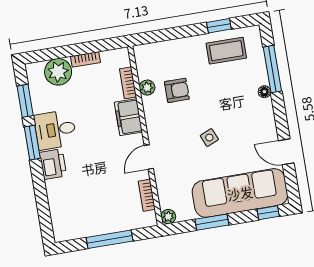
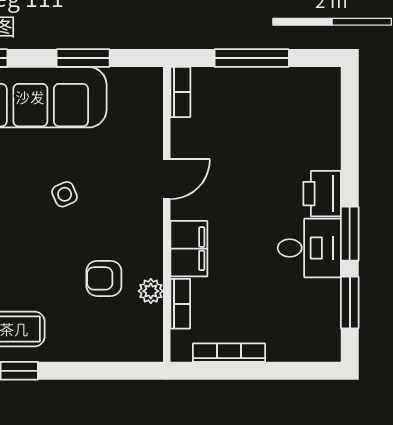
bookcase: (85, 59) -> (229, 353), width x1.56
plant: (58, 72) -> (289, 340), removed
bookcase: (147, 195) -> (180, 92), moved
plant: (168, 217) -> (151, 79), removed

